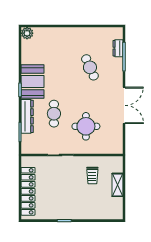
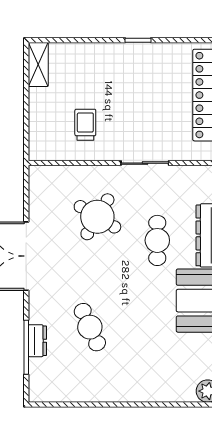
dresser: (118, 48) -> (37, 341), moved
round table: (86, 126) -> (97, 217), turned 31
shelving: (118, 185) -> (38, 64), moved

